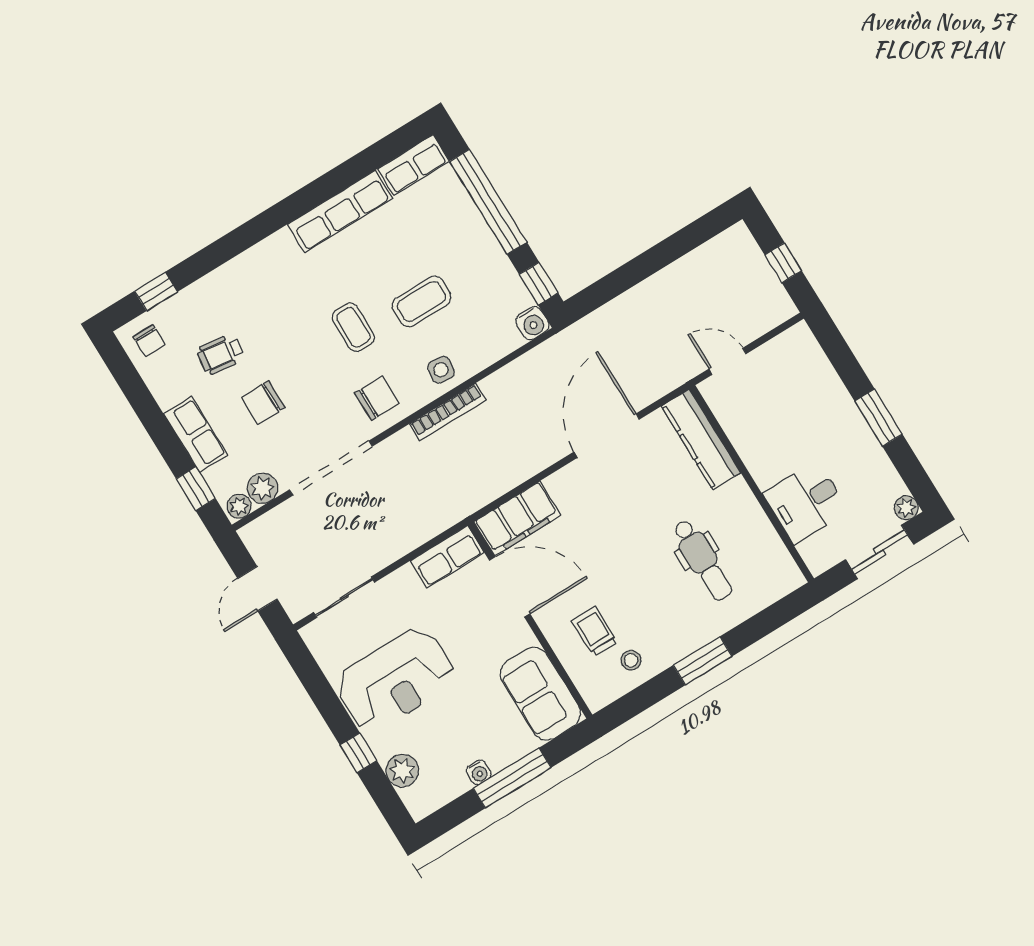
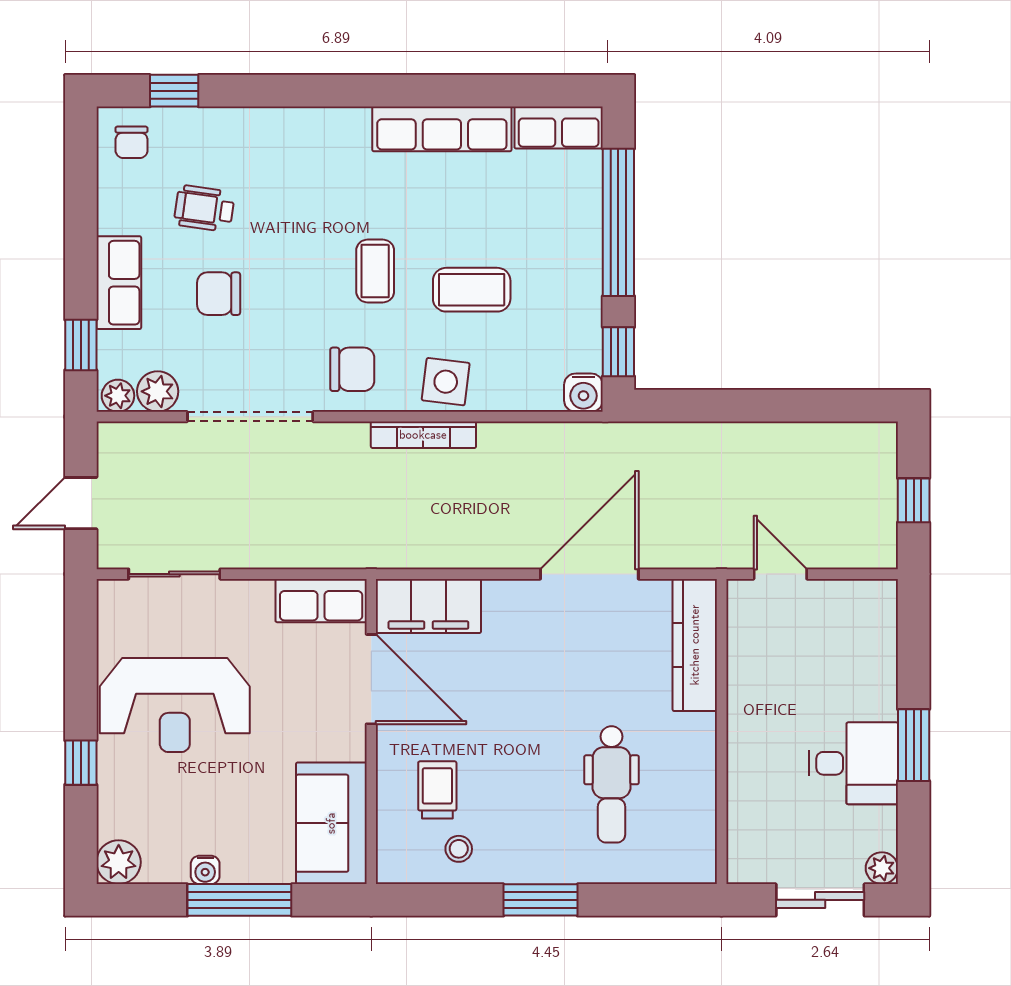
side table: (441, 370) -> (446, 382), width x1.37, depth x1.37
desk: (806, 502) -> (854, 763), moved, turned 180
plant: (402, 771) -> (119, 862), moved

